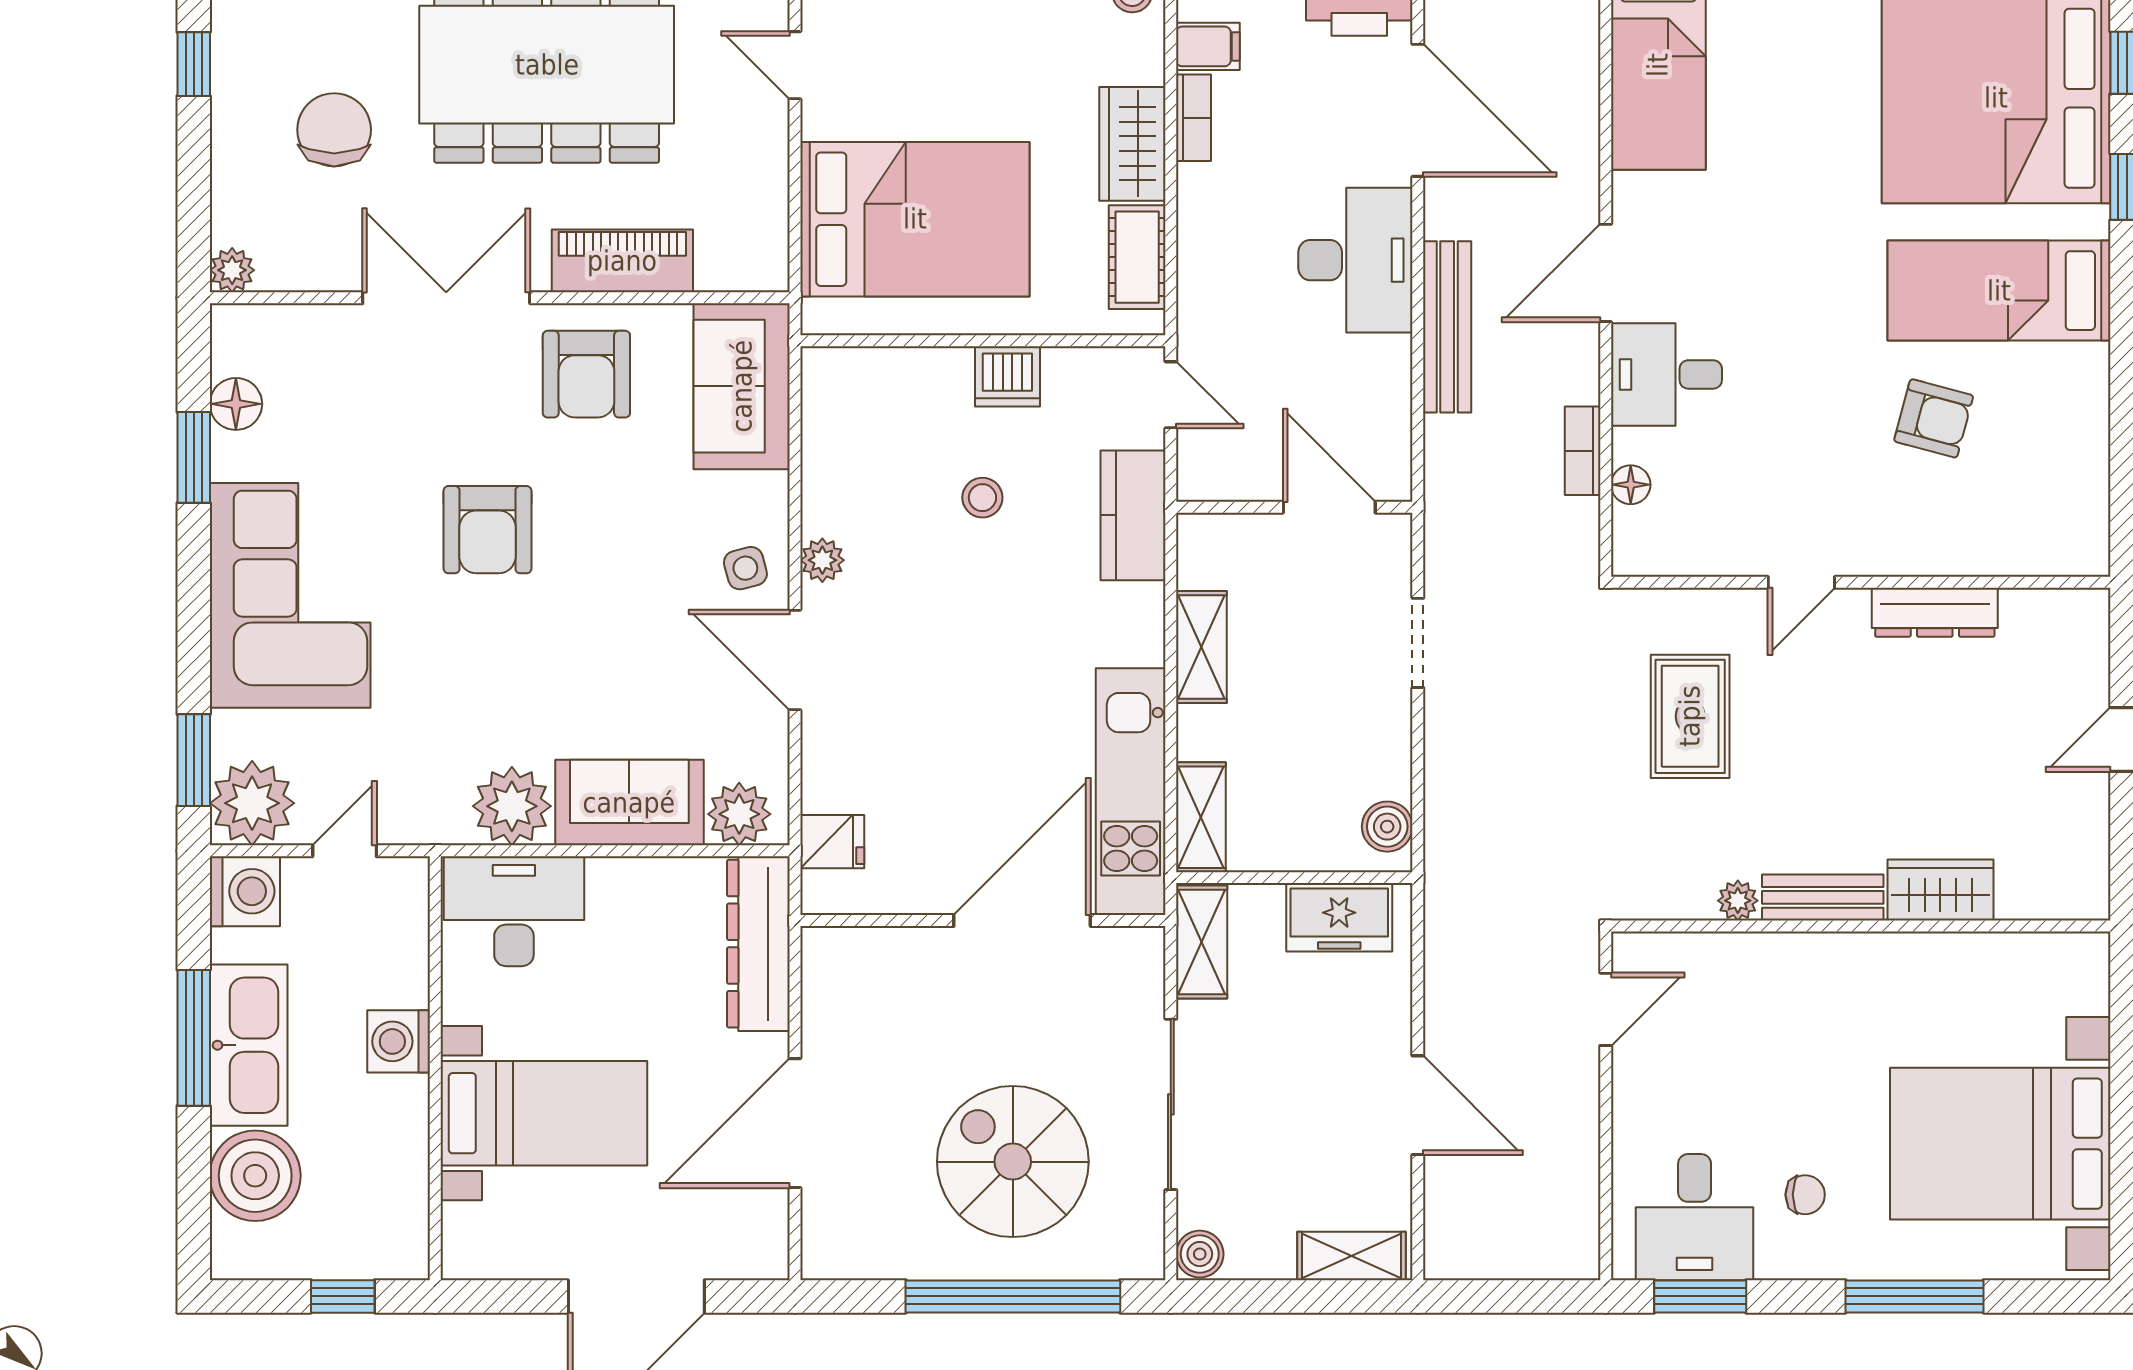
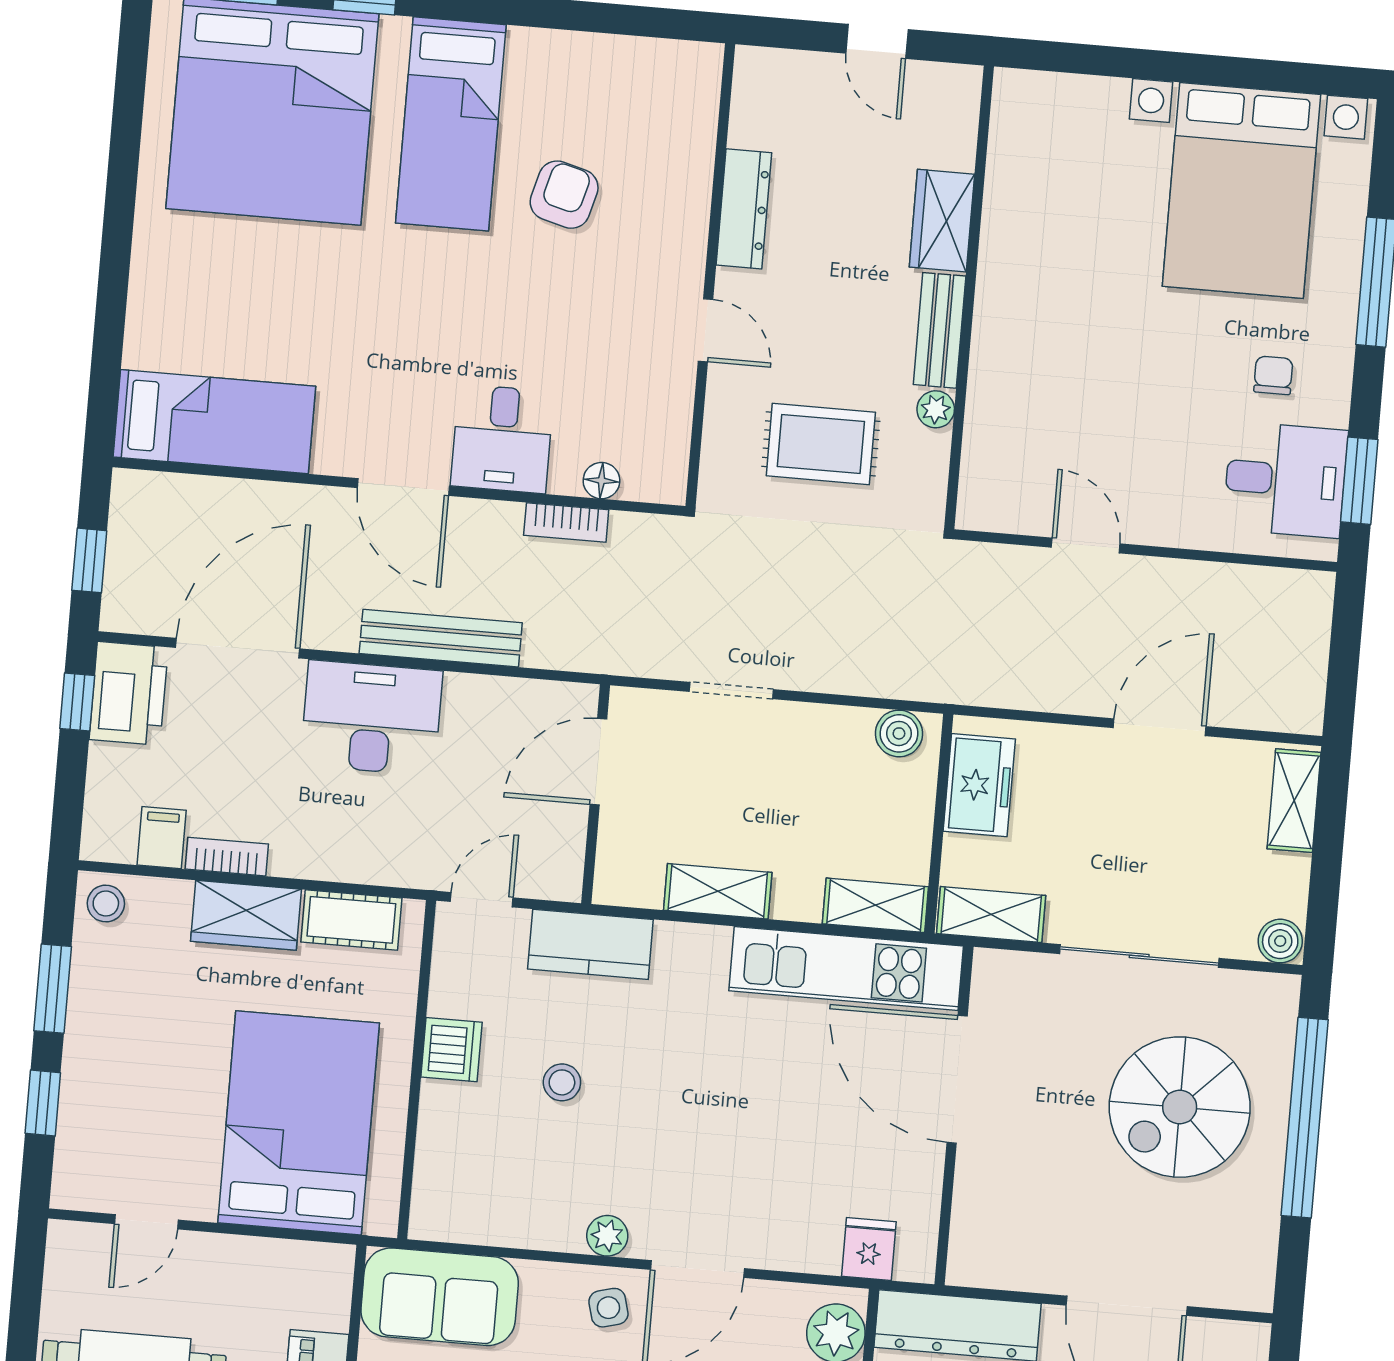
wardrobe: (1940, 890) -> (942, 221), moved
bench: (1823, 897) -> (940, 330), moved
plant: (1738, 901) -> (936, 409), moved
wall: (1861, 926) -> (969, 297), moved

